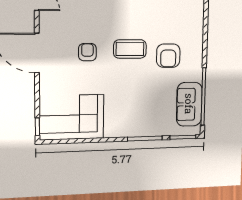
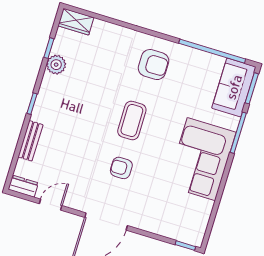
armchair: (168, 56) -> (154, 65), moved
sofa: (189, 104) -> (234, 87), moved, turned 90
corner sofa: (72, 117) -> (201, 159), moved

